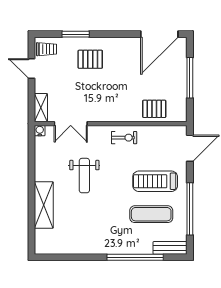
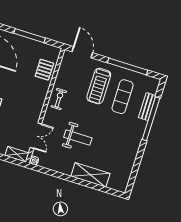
bench: (170, 248) -> (147, 107), moved

